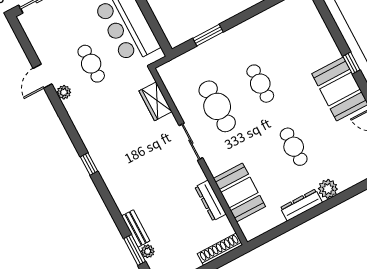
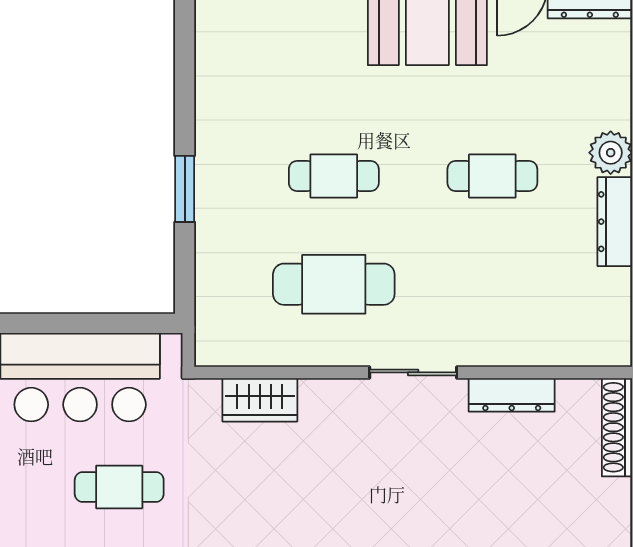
window: (208, 35) -> (185, 189), moved
sliding door: (191, 142) -> (413, 372), moved
booth: (239, 192) -> (526, 330), removed

